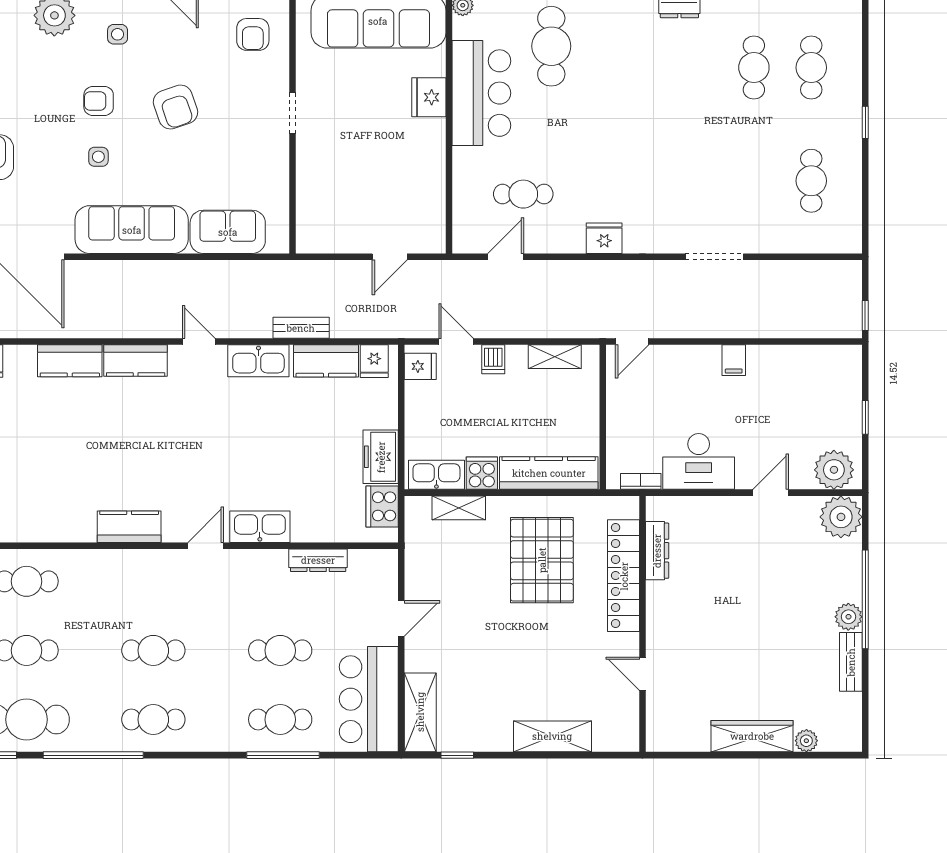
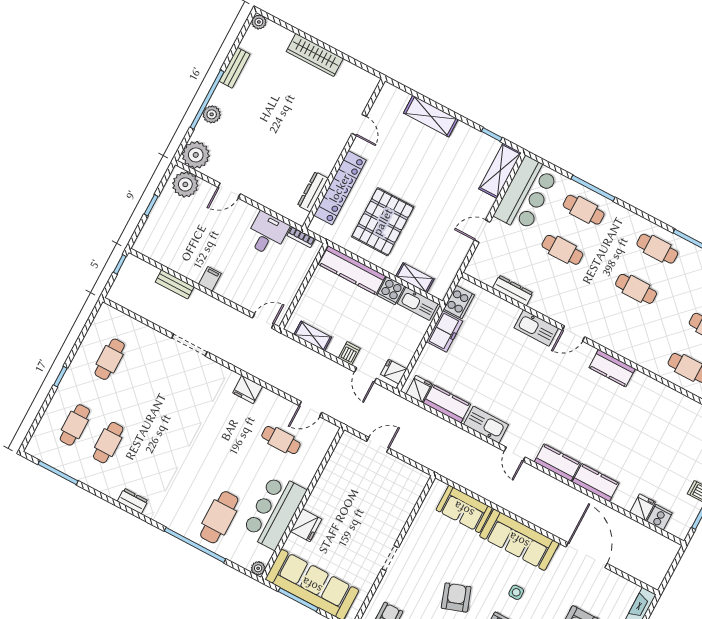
bench: (301, 328) -> (175, 284), moved
desk: (699, 461) -> (267, 234), width x0.73
plant: (848, 617) -> (212, 114), moved
plant: (806, 741) -> (259, 22), moved

